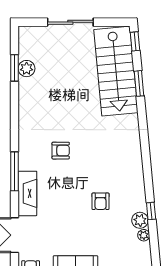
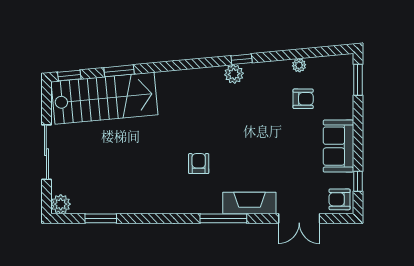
plant: (27, 69) -> (61, 204), moved
armchair: (101, 201) -> (303, 99), moved
window: (151, 211) -> (242, 59), moved
plant: (140, 220) -> (234, 74), moved

